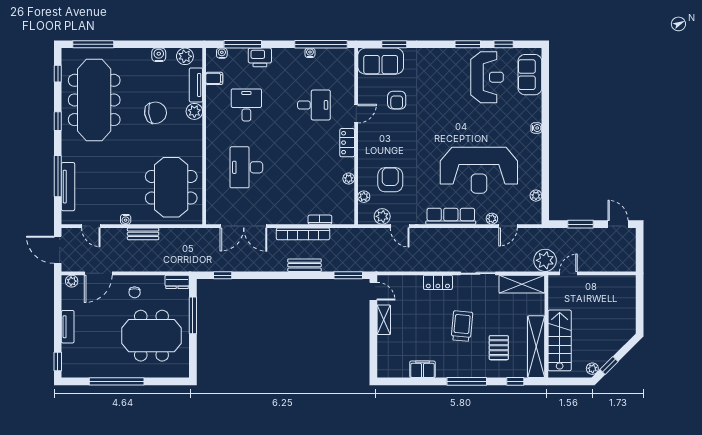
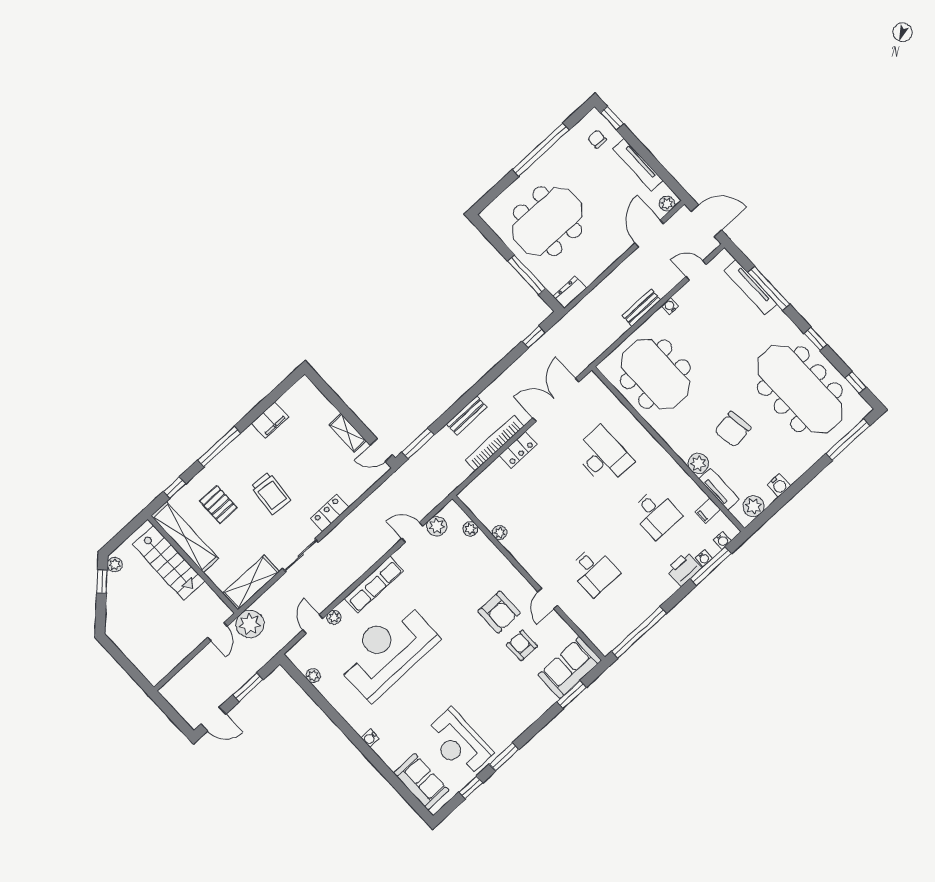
water cooler: (310, 53) -> (704, 558), moved
desk: (314, 105) -> (594, 571), turned -90
locker: (347, 143) -> (518, 450), moved, turned 90
armchair: (390, 180) -> (499, 612), moved
bookcase: (320, 220) -> (491, 471), removed
chair: (135, 292) -> (597, 139), moved
tv unit: (68, 327) -> (638, 165), width x1.41

